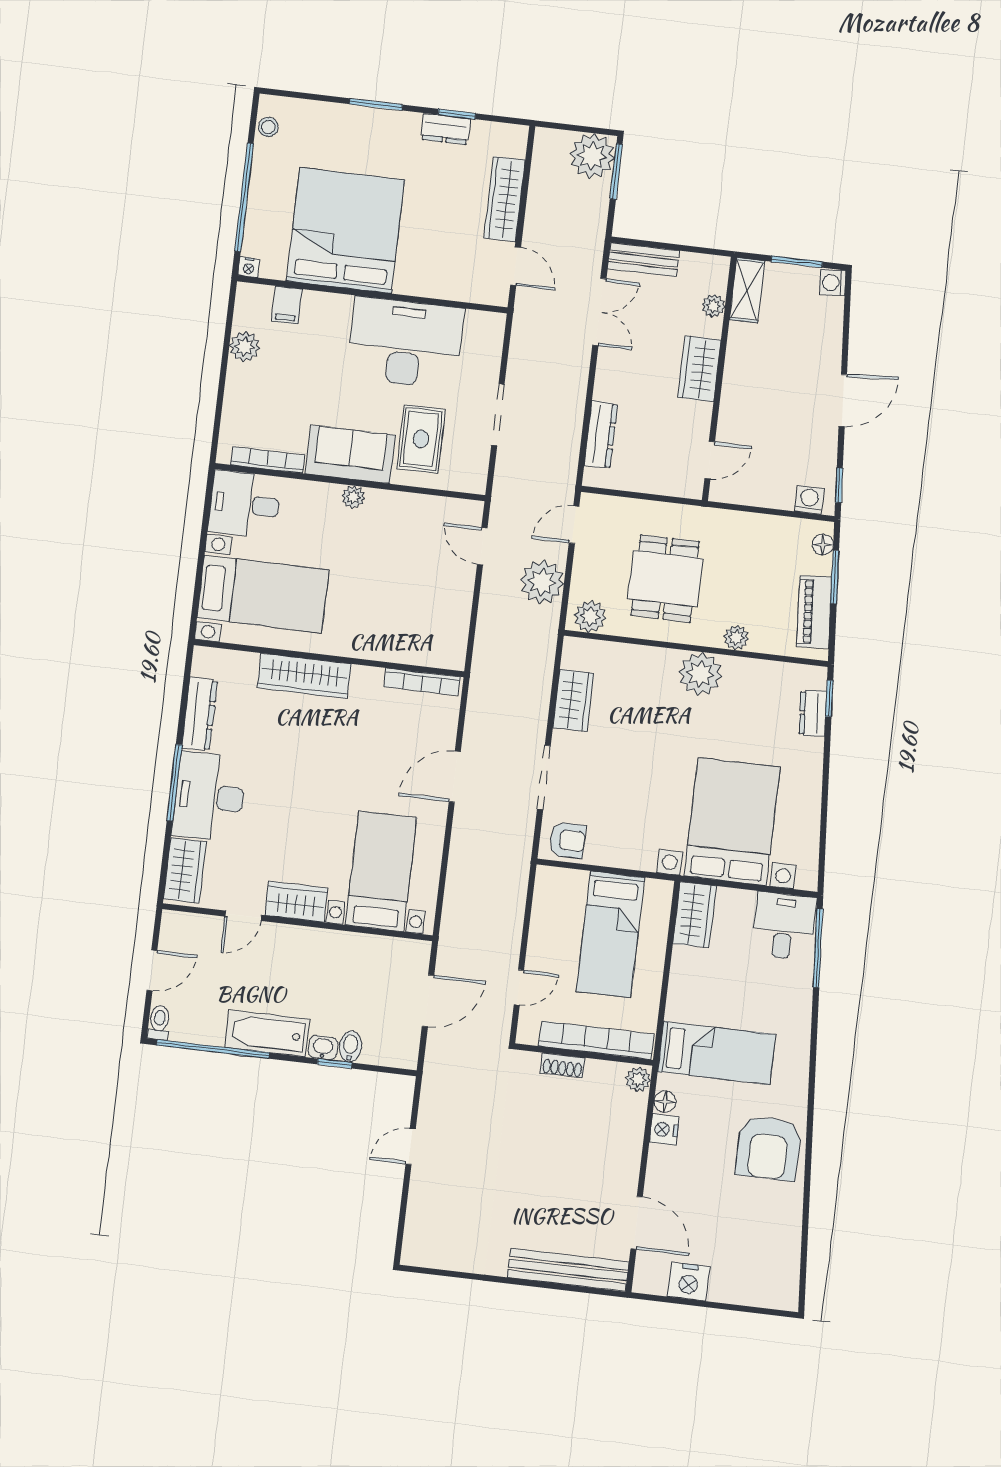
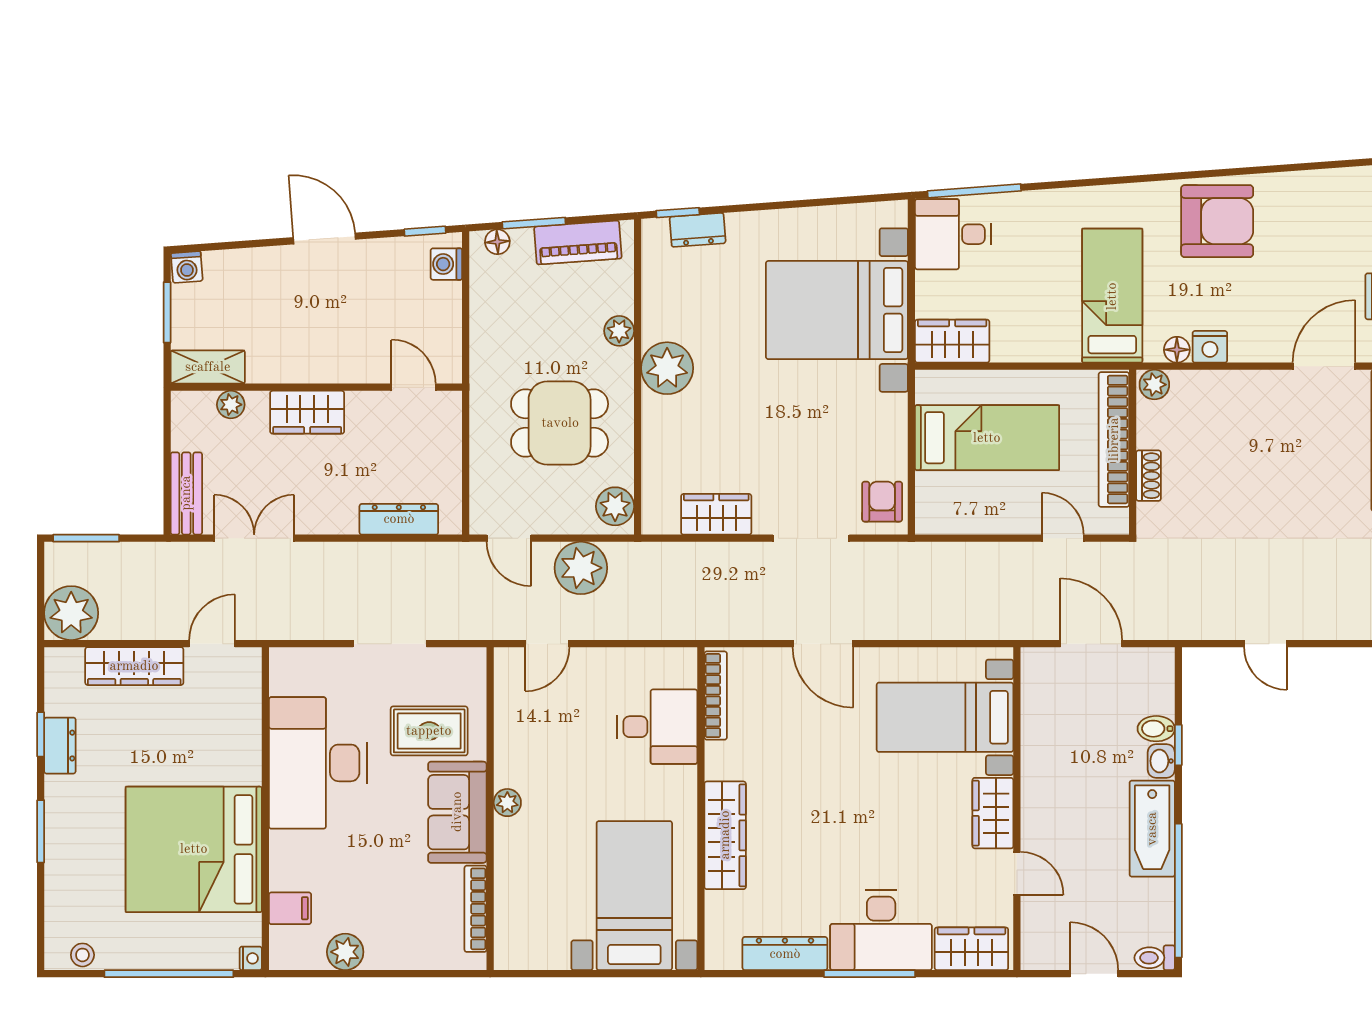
plant: (592, 156) -> (71, 613), moved
desk: (245, 504) -> (657, 727), moved, turned -90

